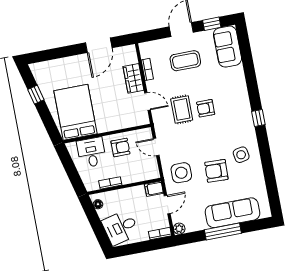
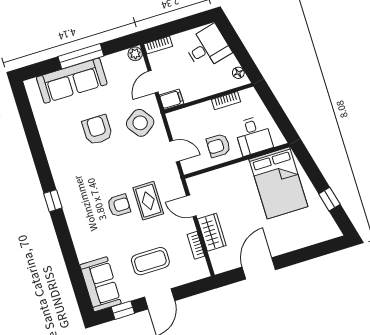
side table: (241, 155) -> (69, 153), removed
armchair: (216, 171) -> (97, 130), turned -92
side table: (181, 173) -> (140, 123), turned -36

